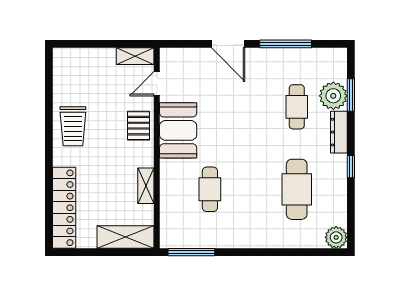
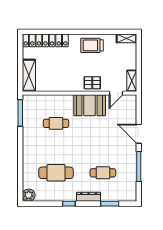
door: (228, 44) -> (139, 134), hinge flipped
door: (157, 84) -> (116, 93), swing flipped
plant: (333, 96) -> (109, 194), removed
shelving: (146, 186) -> (126, 38), moved

